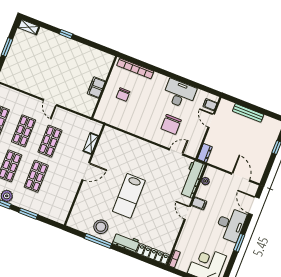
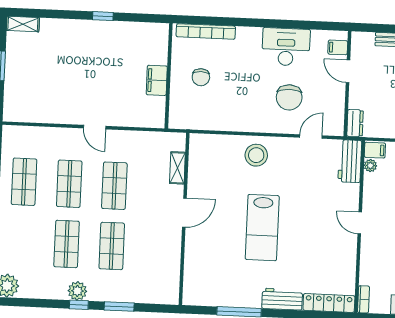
window: (66, 34) -> (103, 16), moved
workbench: (192, 179) -> (350, 161), width x0.73
filing cabinet: (199, 203) -> (375, 150), moved
stool: (101, 227) -> (256, 155), moved

